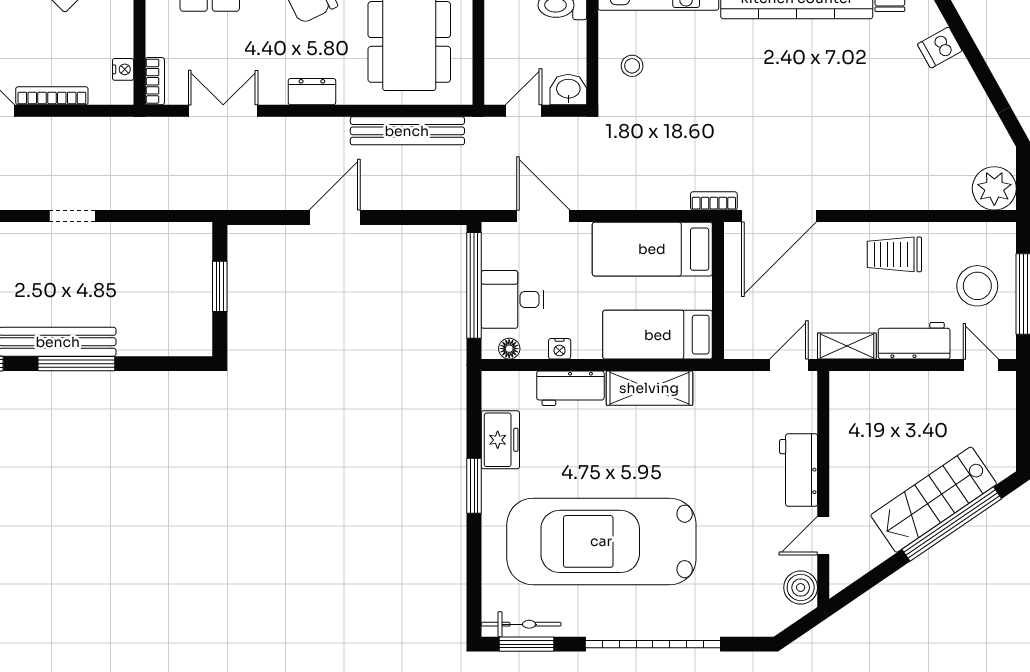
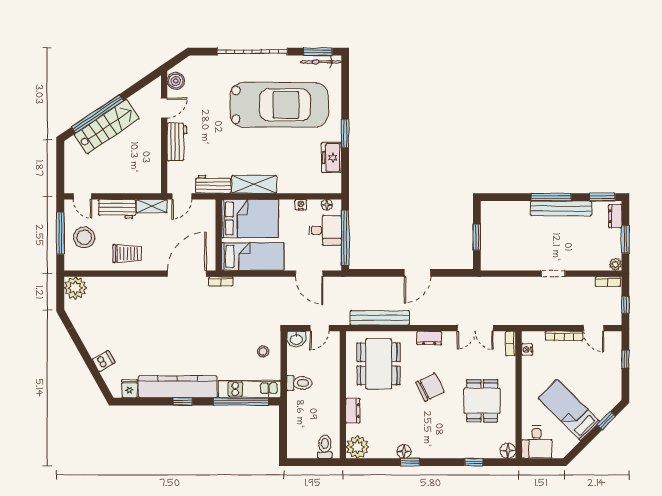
bed: (658, 335) -> (250, 218), width x1.50
workbench: (570, 388) -> (213, 184), moved

